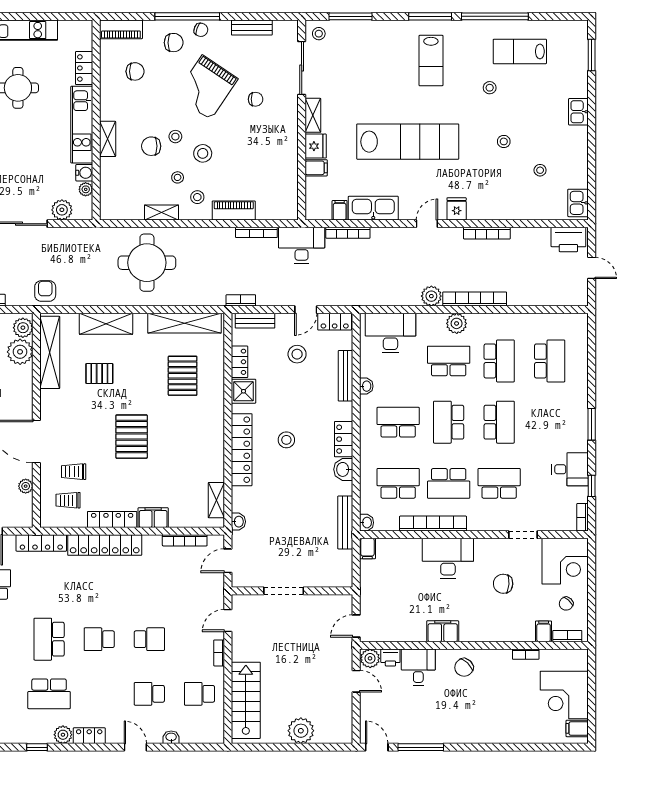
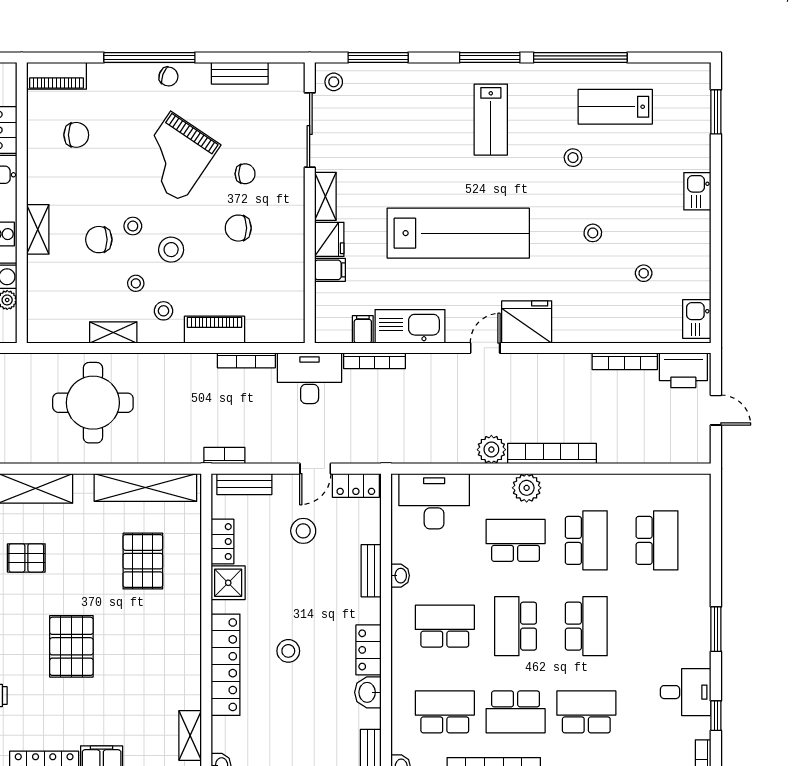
chair: (174, 43) -> (238, 228), moved, turned 180
fridge: (457, 209) -> (527, 322), width x1.88, depth x1.34
bookcase: (487, 233) -> (625, 361), moved
bench: (346, 376) -> (371, 571), width x0.73

